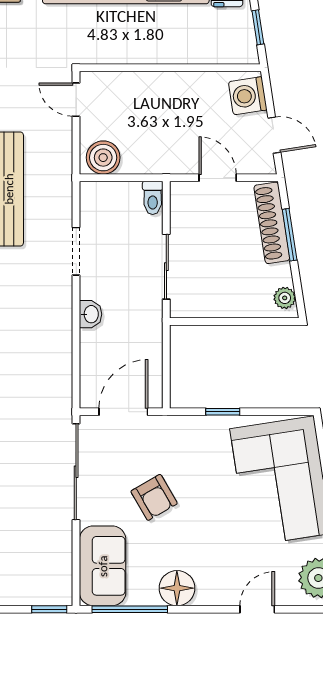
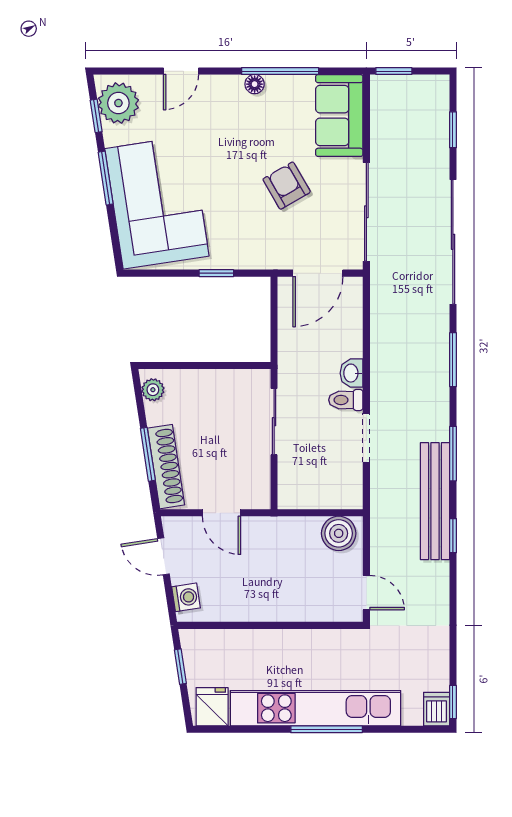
washing machine: (248, 96) -> (186, 597), width x0.73, depth x0.73
toilet: (153, 198) -> (346, 400), moved, turned -90
floor lamp: (177, 588) -> (255, 84), width x0.53, depth x0.53
window: (130, 609) -> (280, 71), moved

